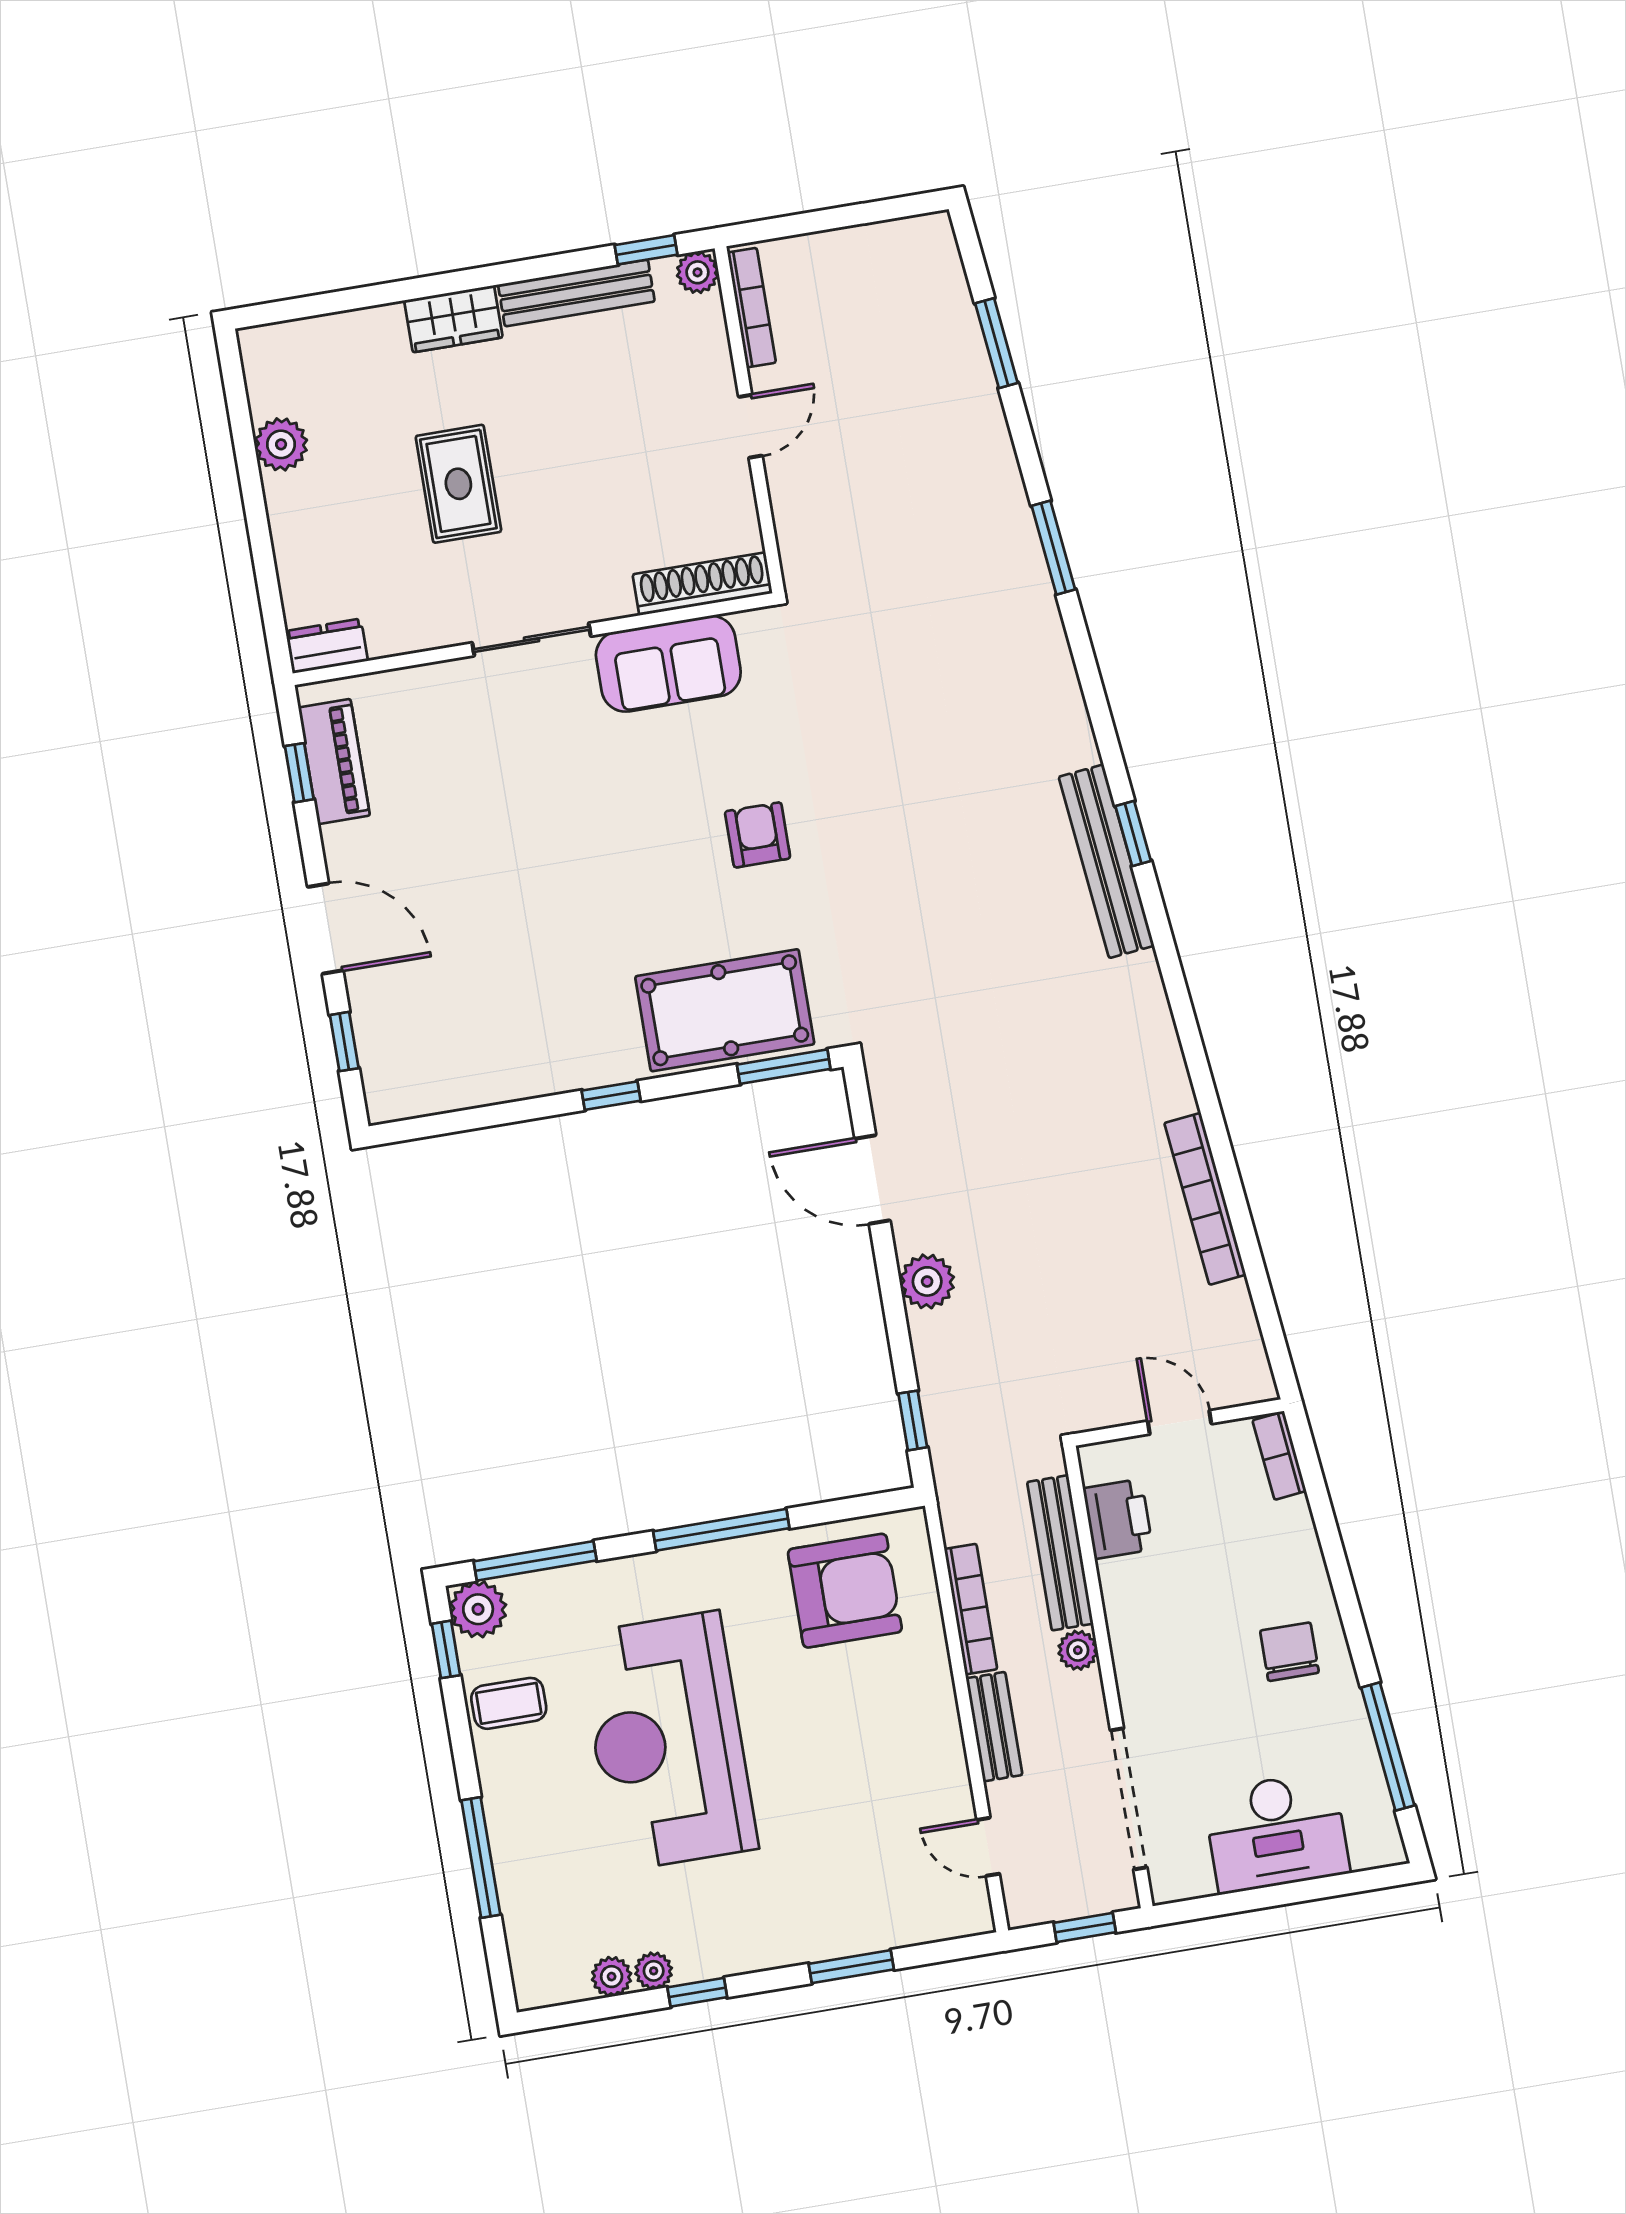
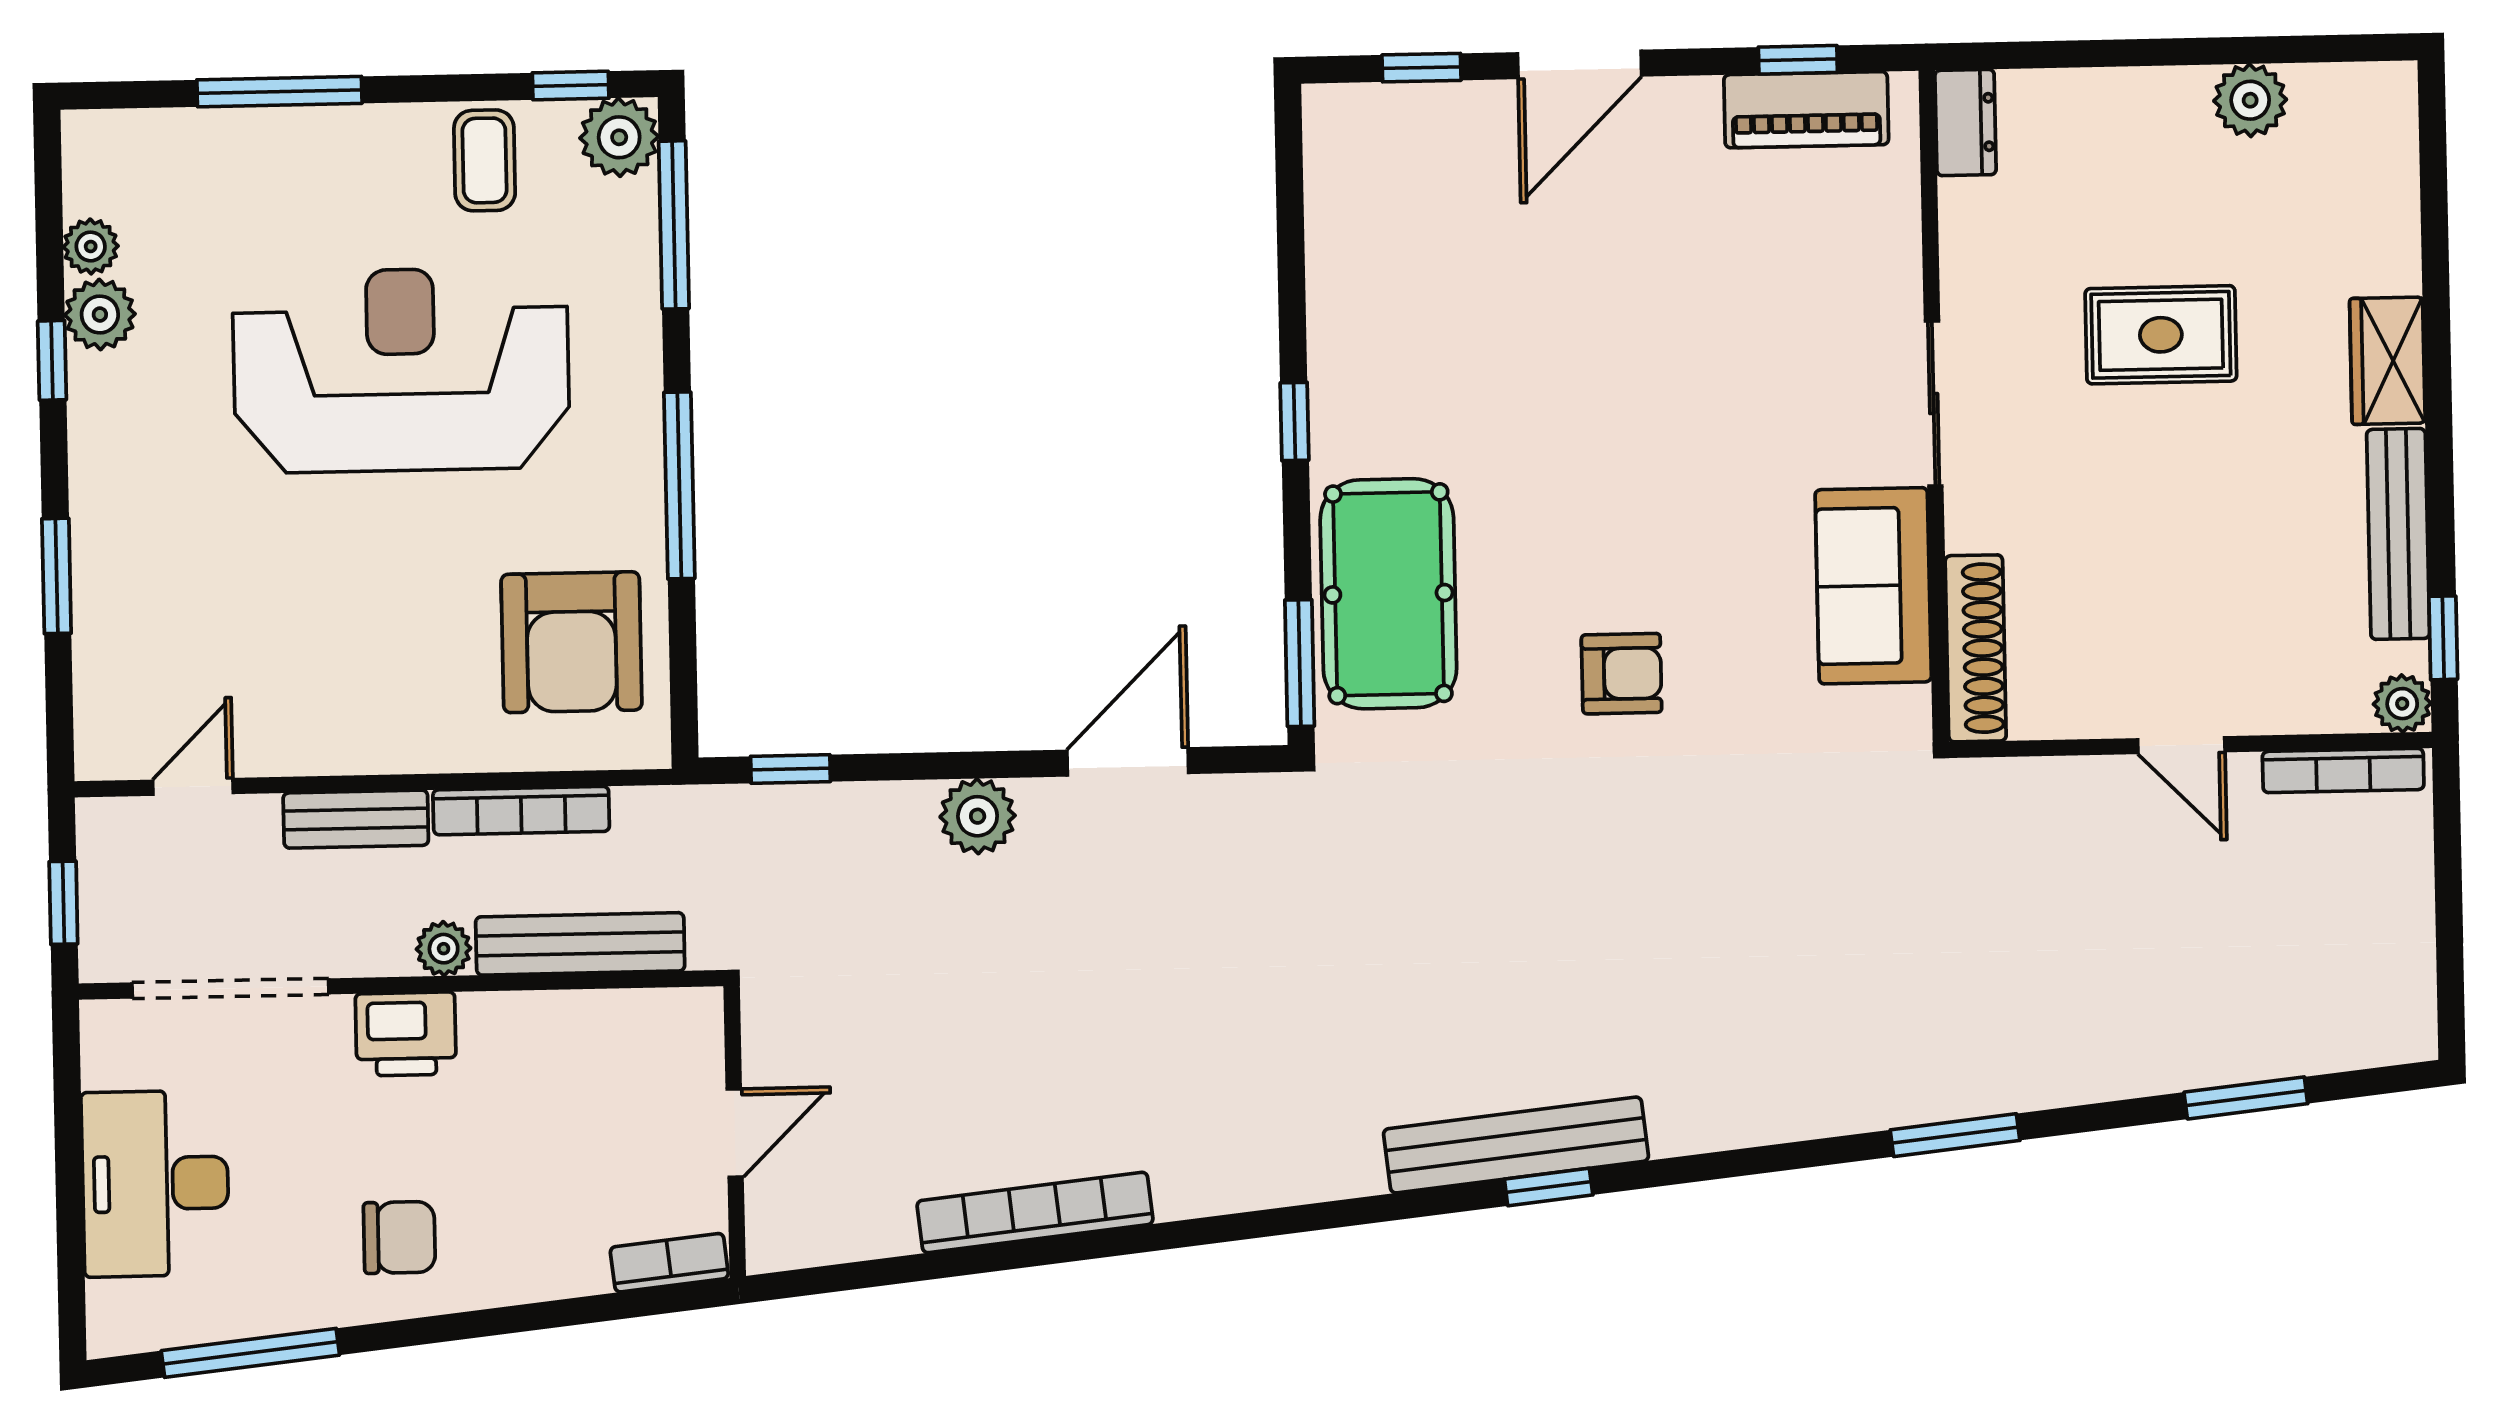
printer: (1118, 1519) -> (406, 1034), moved
plant: (654, 1971) -> (100, 315), width x1.38, depth x1.38

